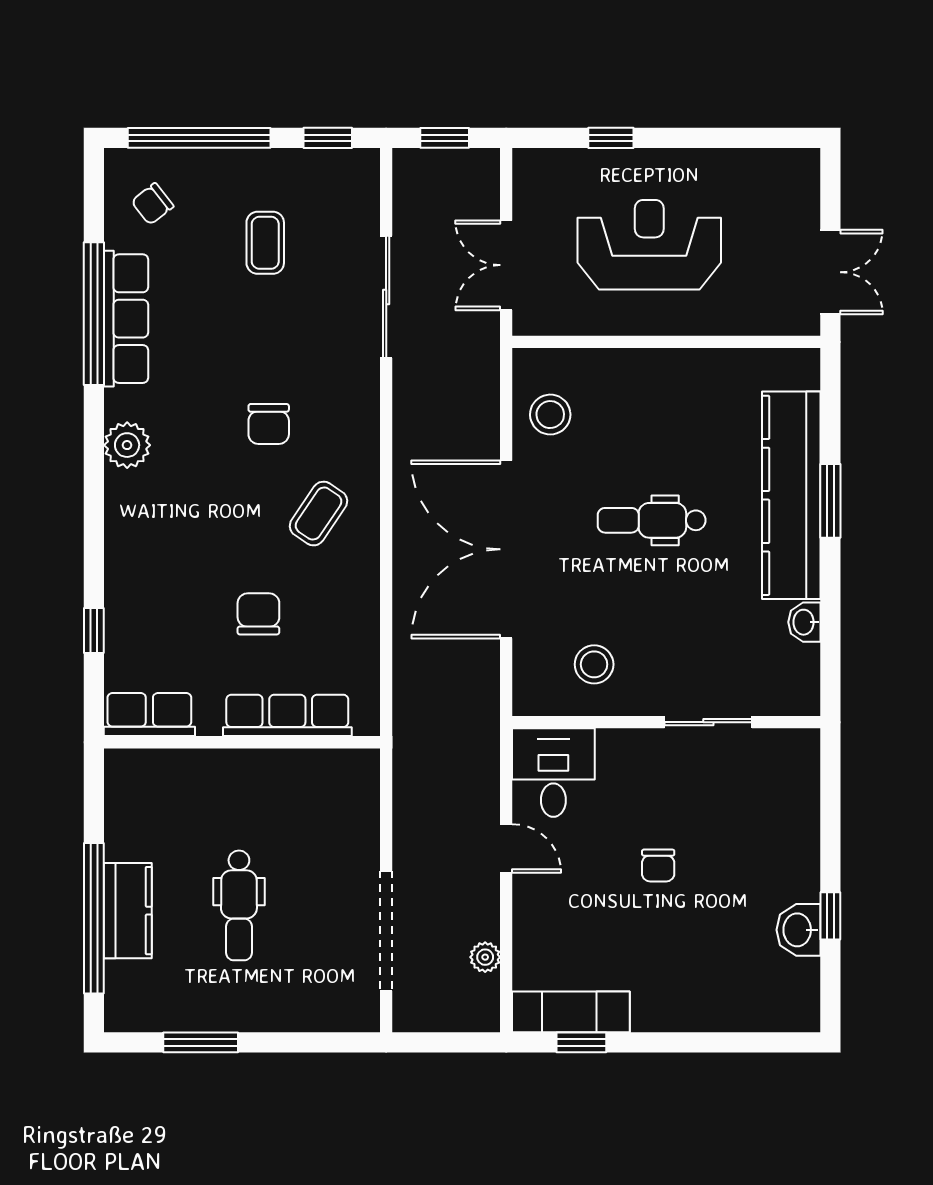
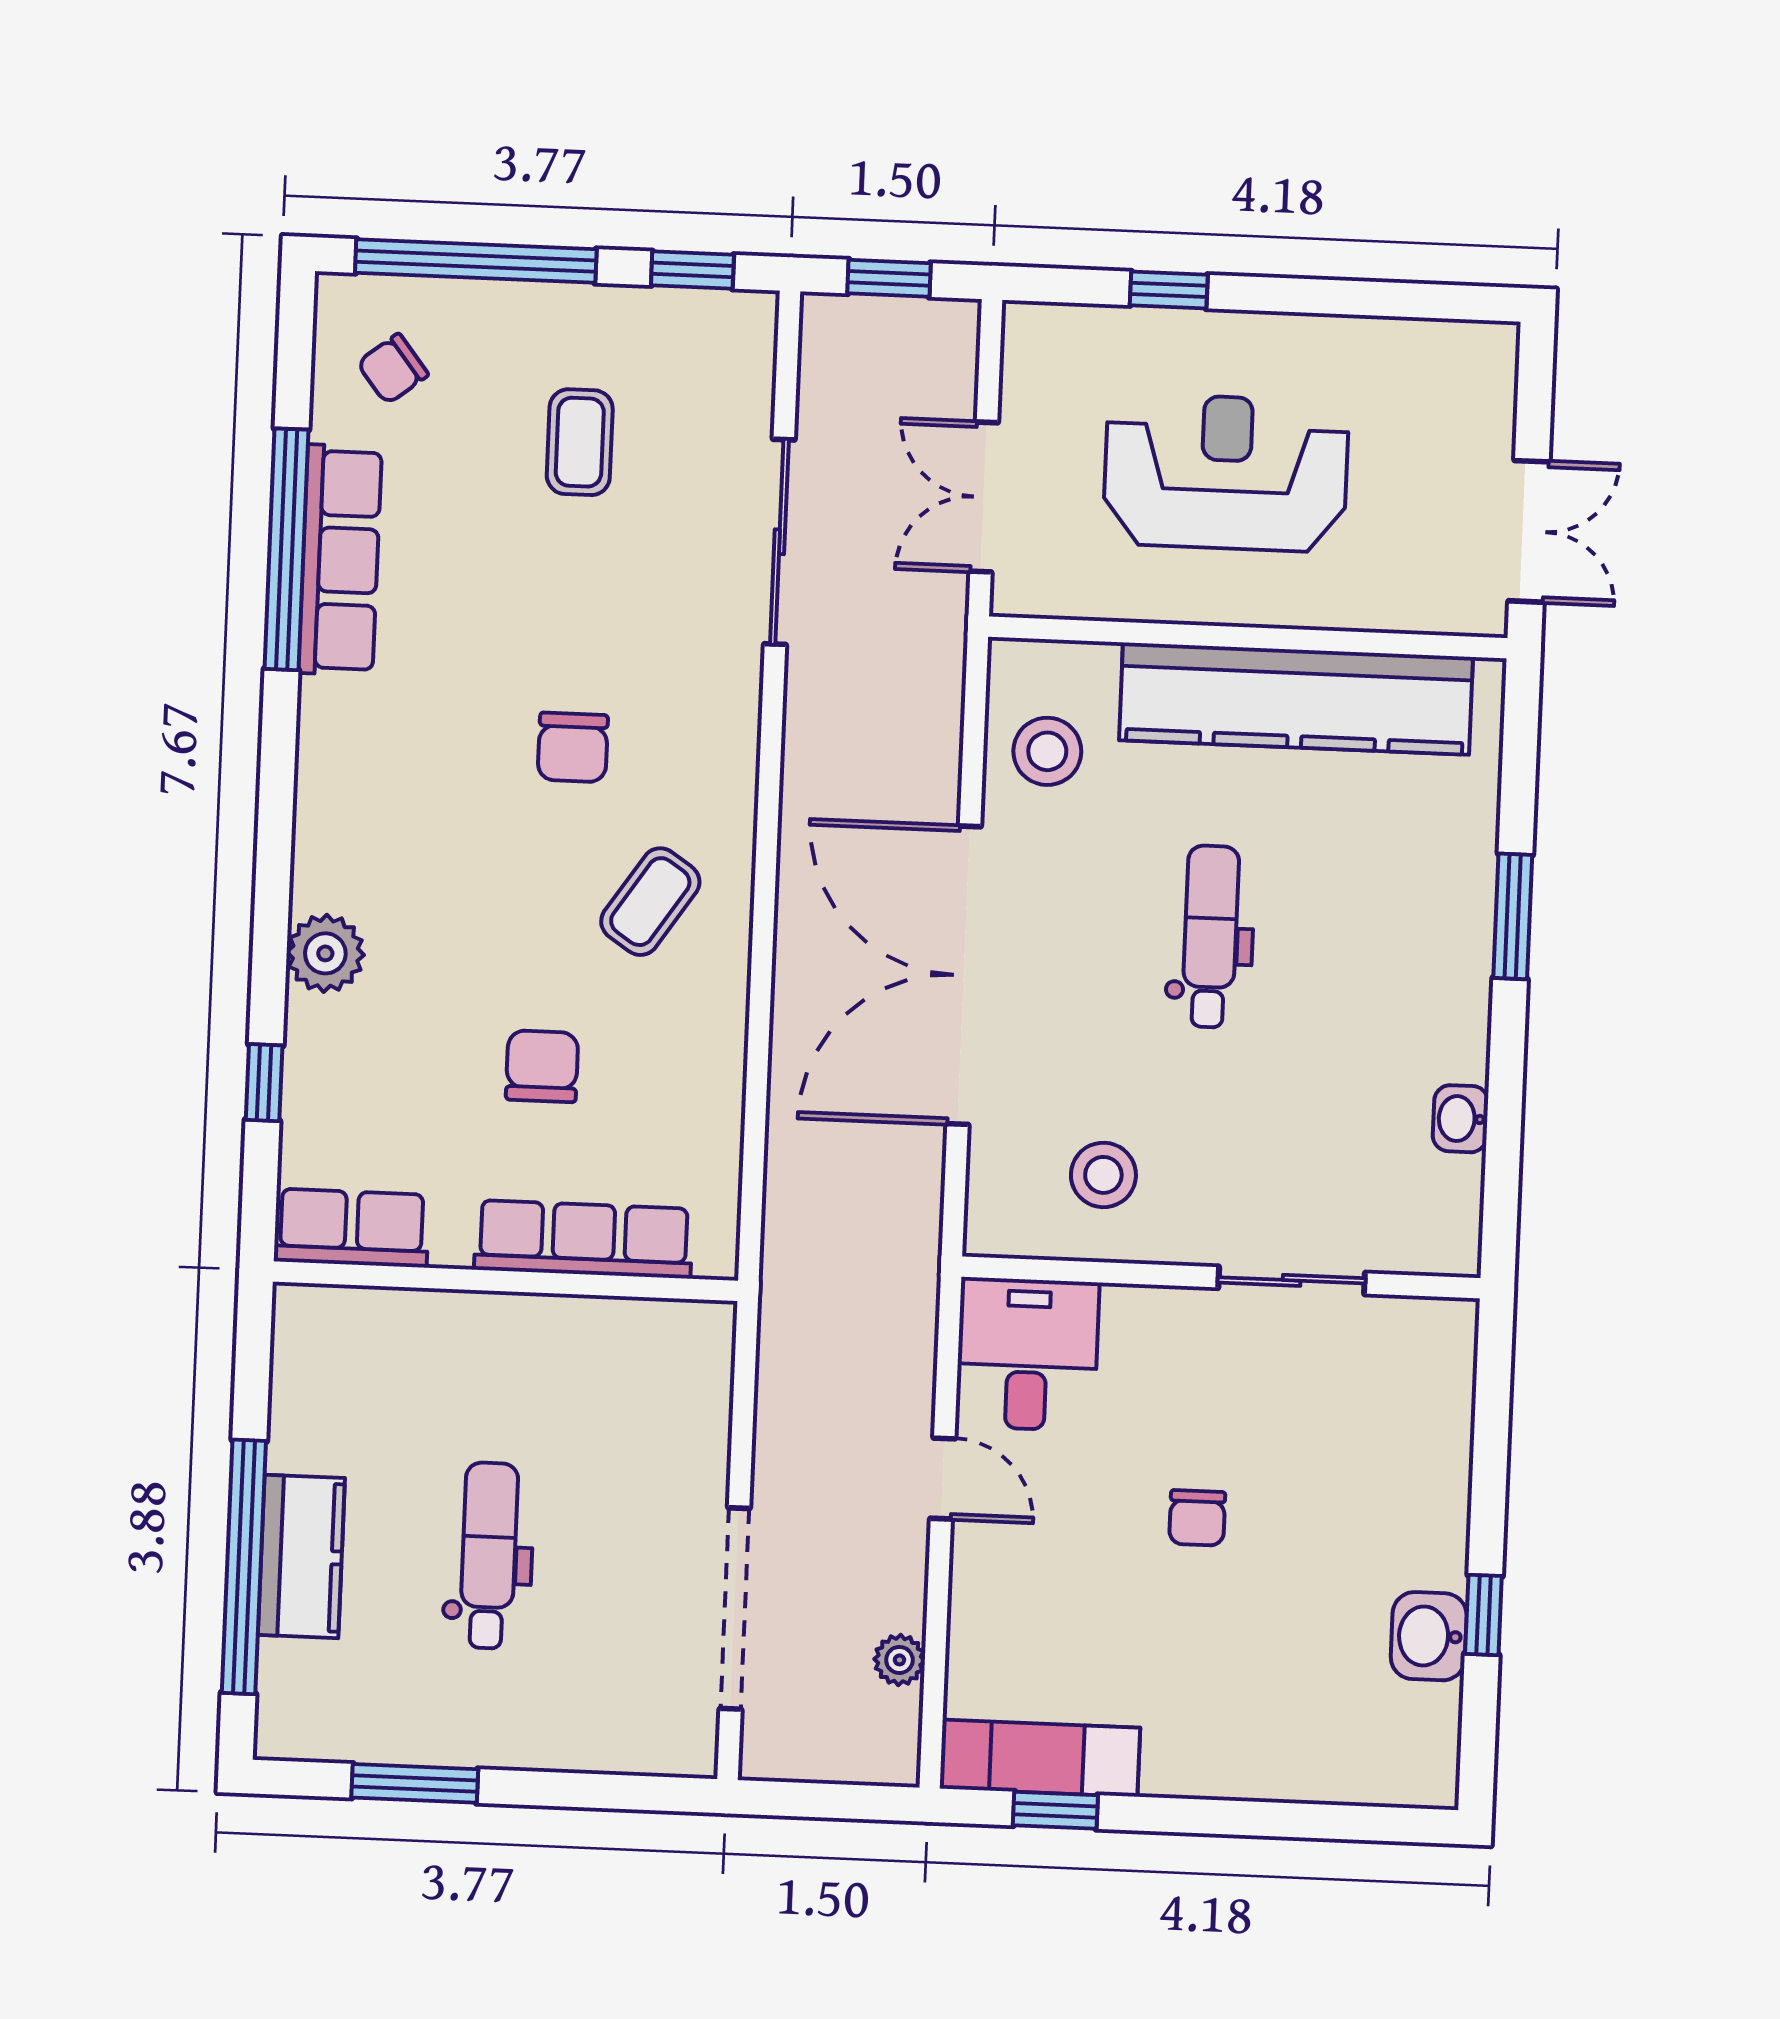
plant: (127, 445) -> (325, 953), moved
kitchen counter: (791, 495) -> (1296, 699), moved, turned -90
dental chair: (652, 520) -> (1210, 936), turned 90
dental chair: (239, 905) -> (489, 1556), turned 180

